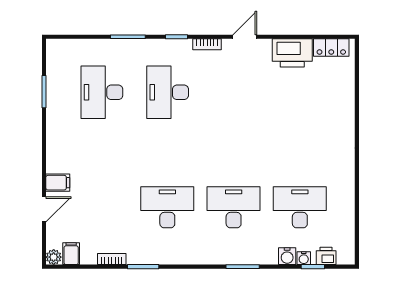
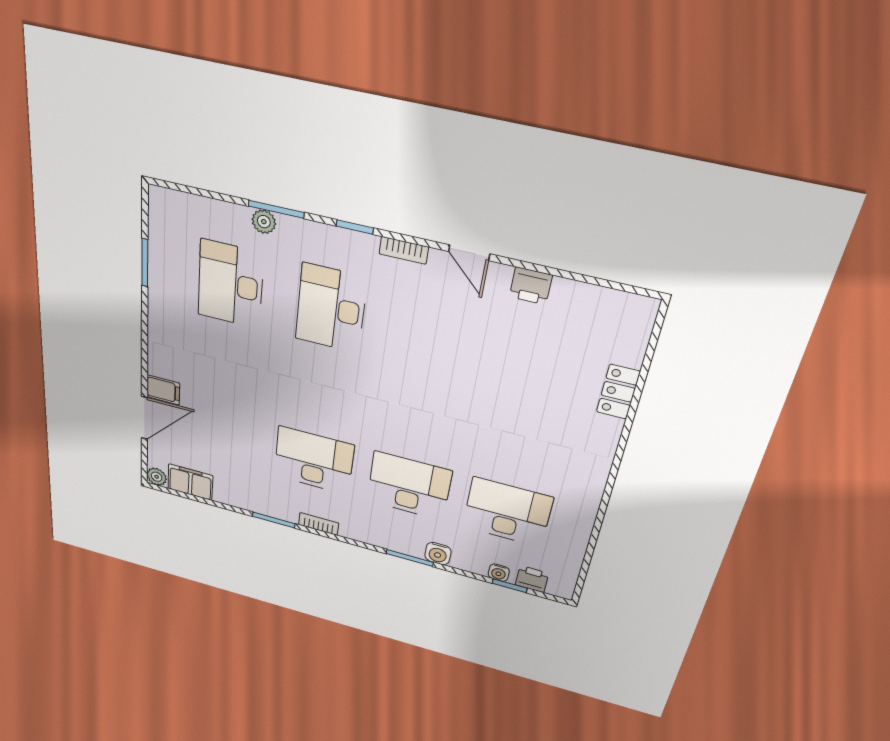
door: (245, 37) -> (469, 253), swing flipped
plant: (121, 46) -> (264, 222), added
locker: (331, 48) -> (618, 392), moved, turned 90
printer: (292, 53) -> (531, 286), width x0.53, depth x0.68
door: (44, 209) -> (144, 418), width x1.38
filing cabinet: (71, 254) -> (190, 482), width x2.00
water cooler: (287, 256) -> (438, 554), moved
bookcase: (112, 259) -> (319, 524), moved

